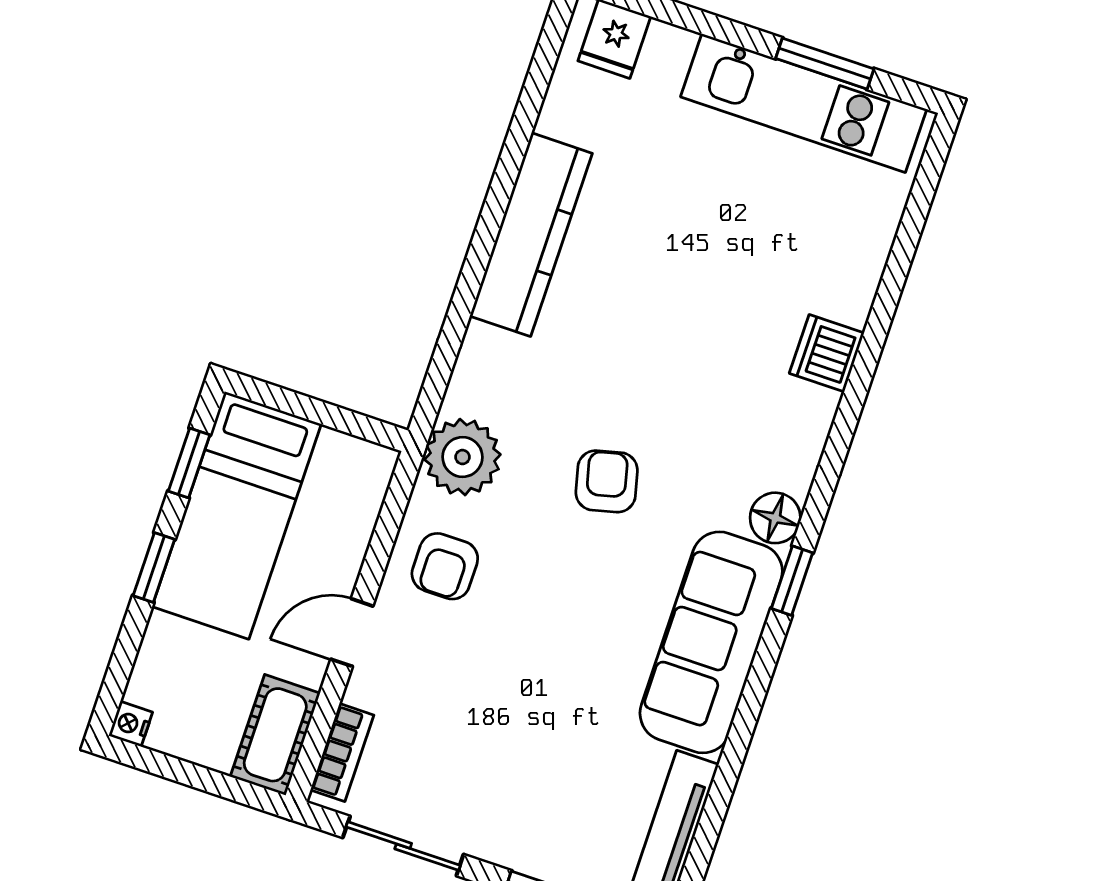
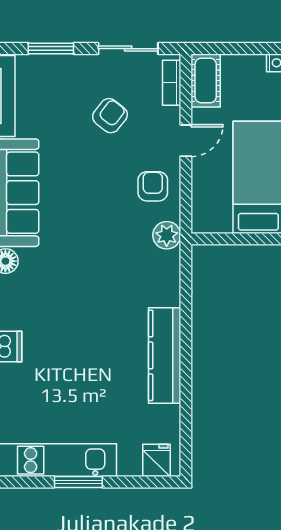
window: (825, 64) -> (78, 482), moved
plant: (462, 457) -> (167, 235), width x0.73, depth x0.73
armchair: (607, 481) -> (110, 116), moved, turned -128

